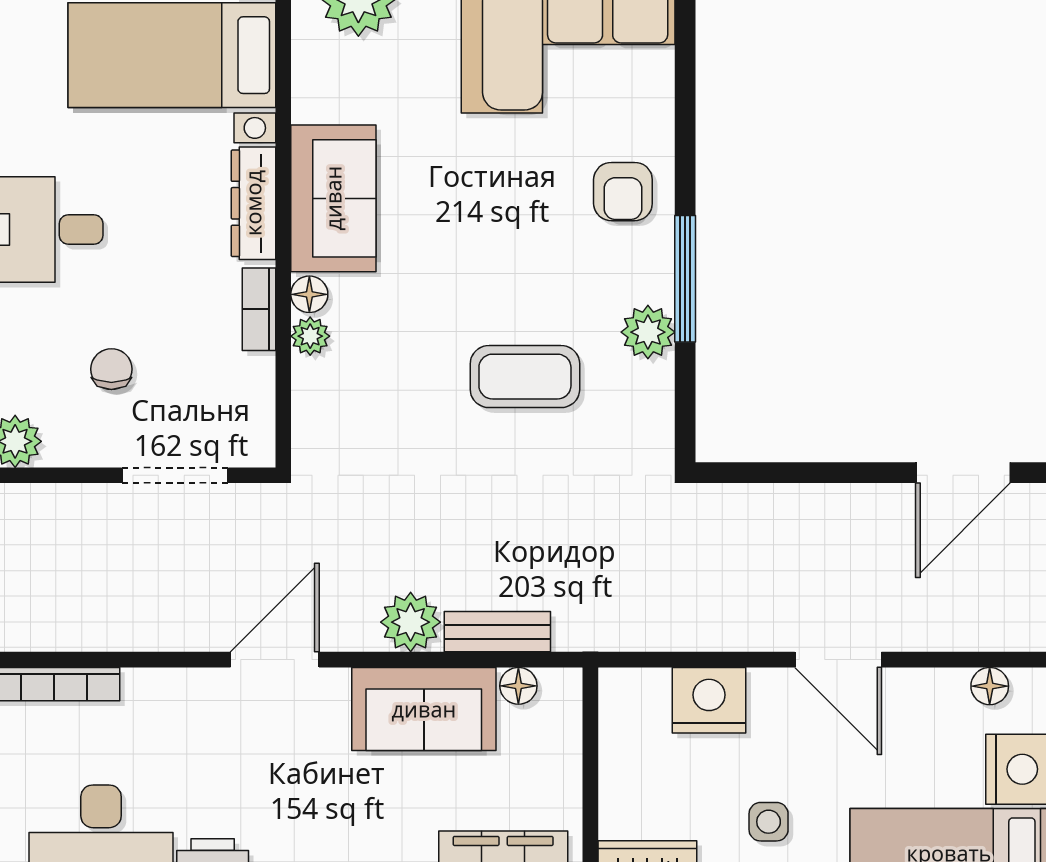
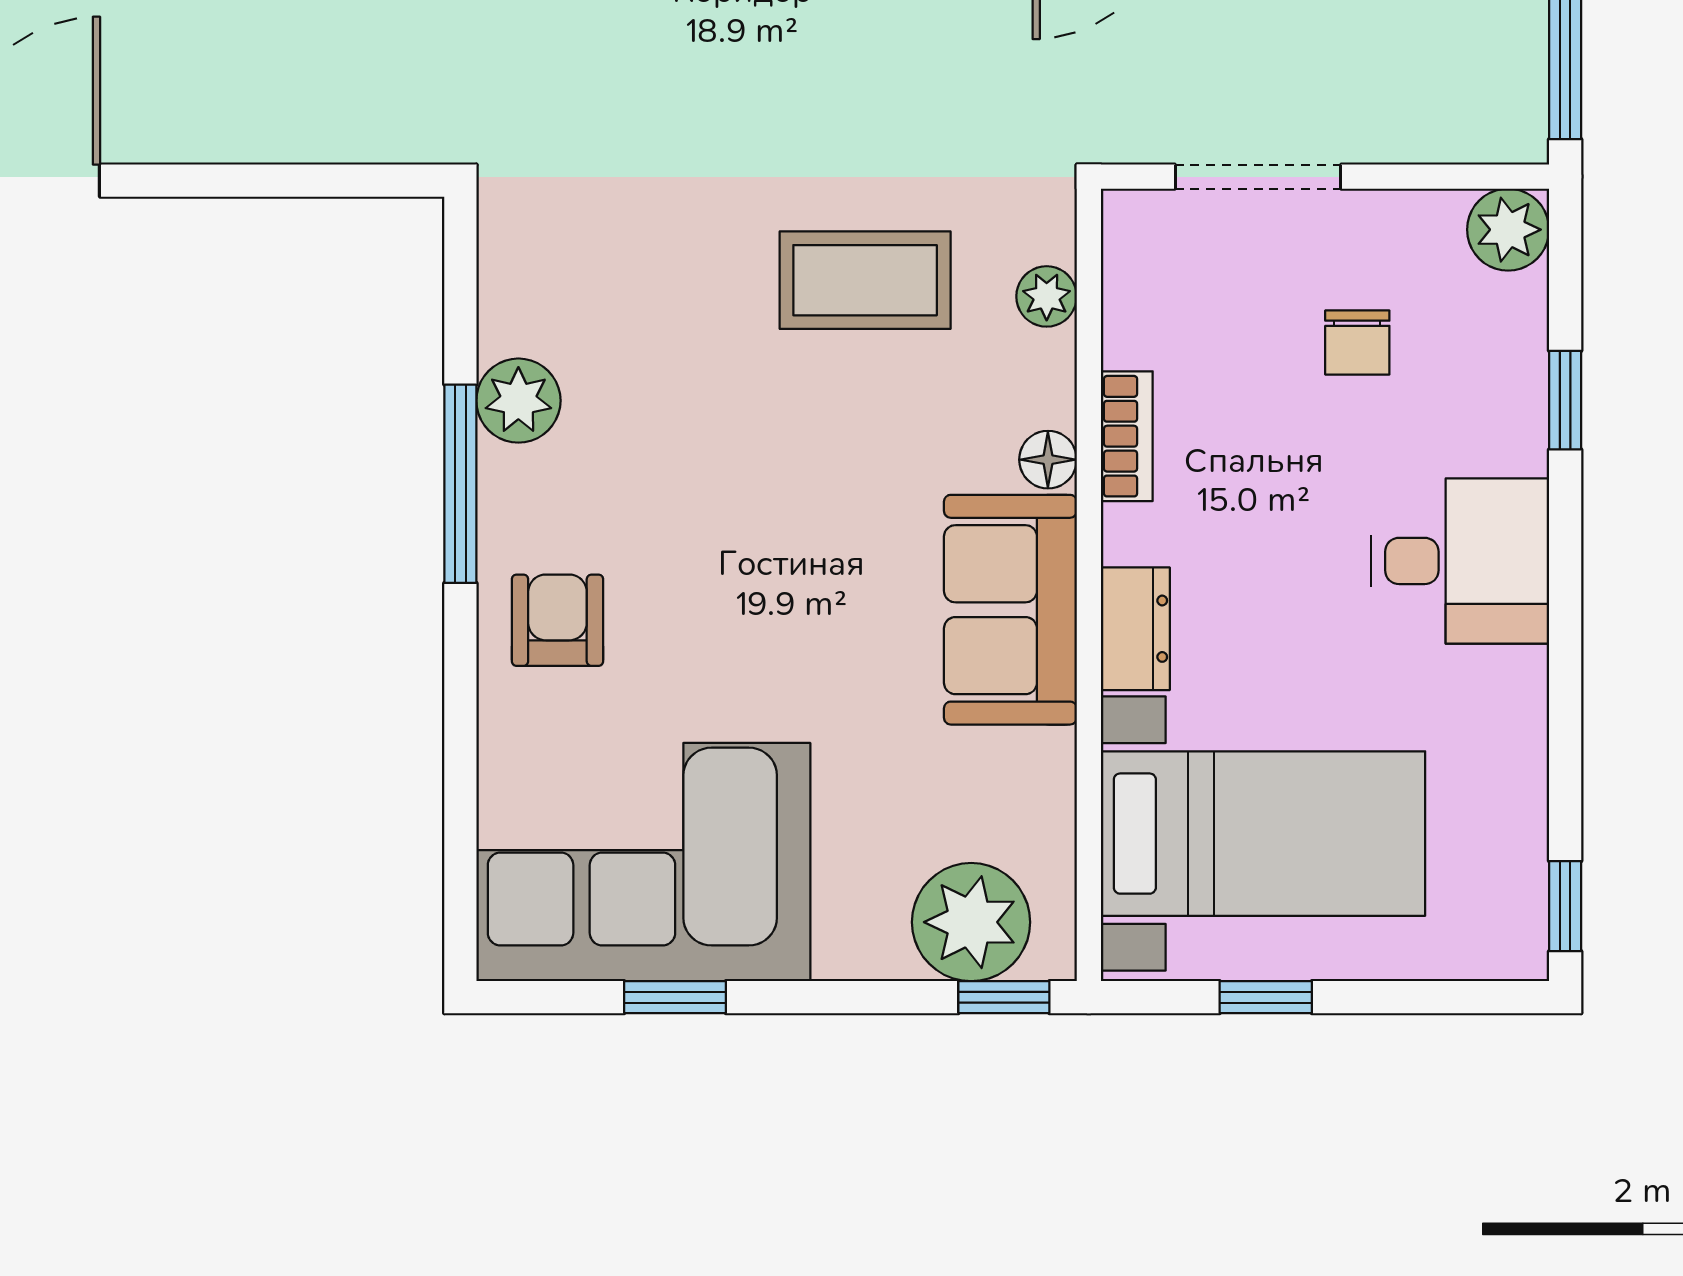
dresser: (253, 203) -> (1135, 629), width x0.70
plant: (310, 336) -> (1047, 296), moved
coffee table: (525, 377) -> (865, 280), moved

